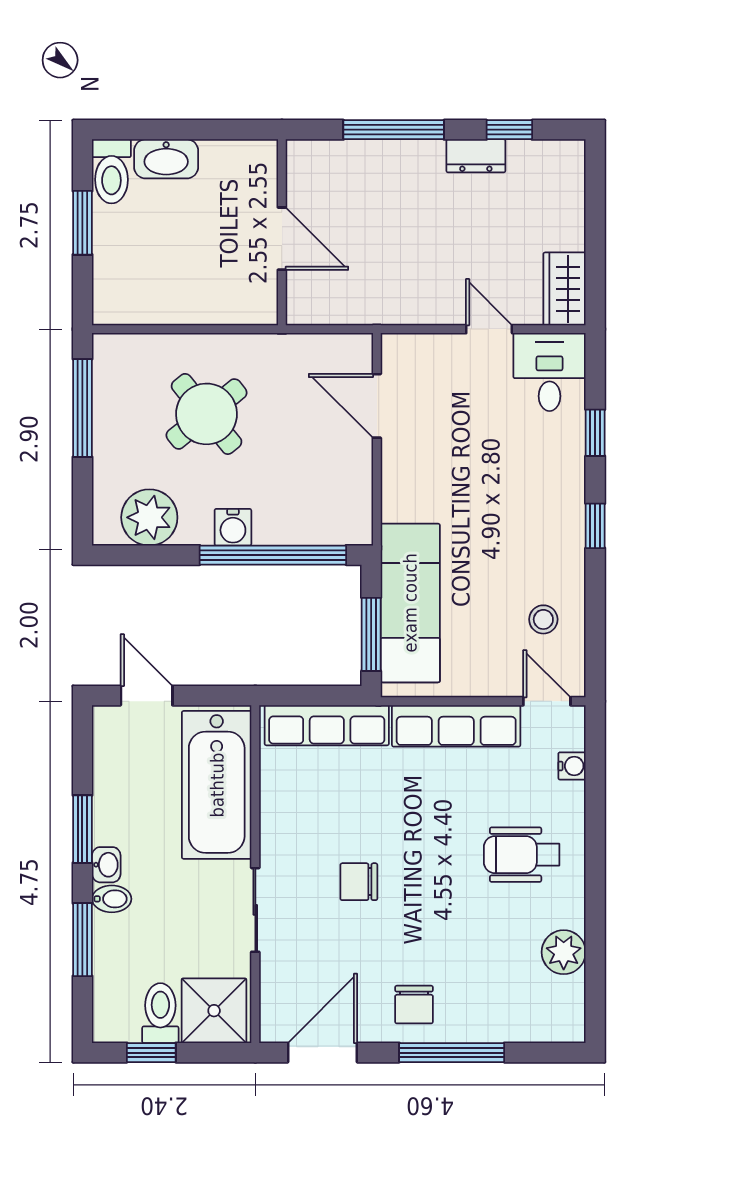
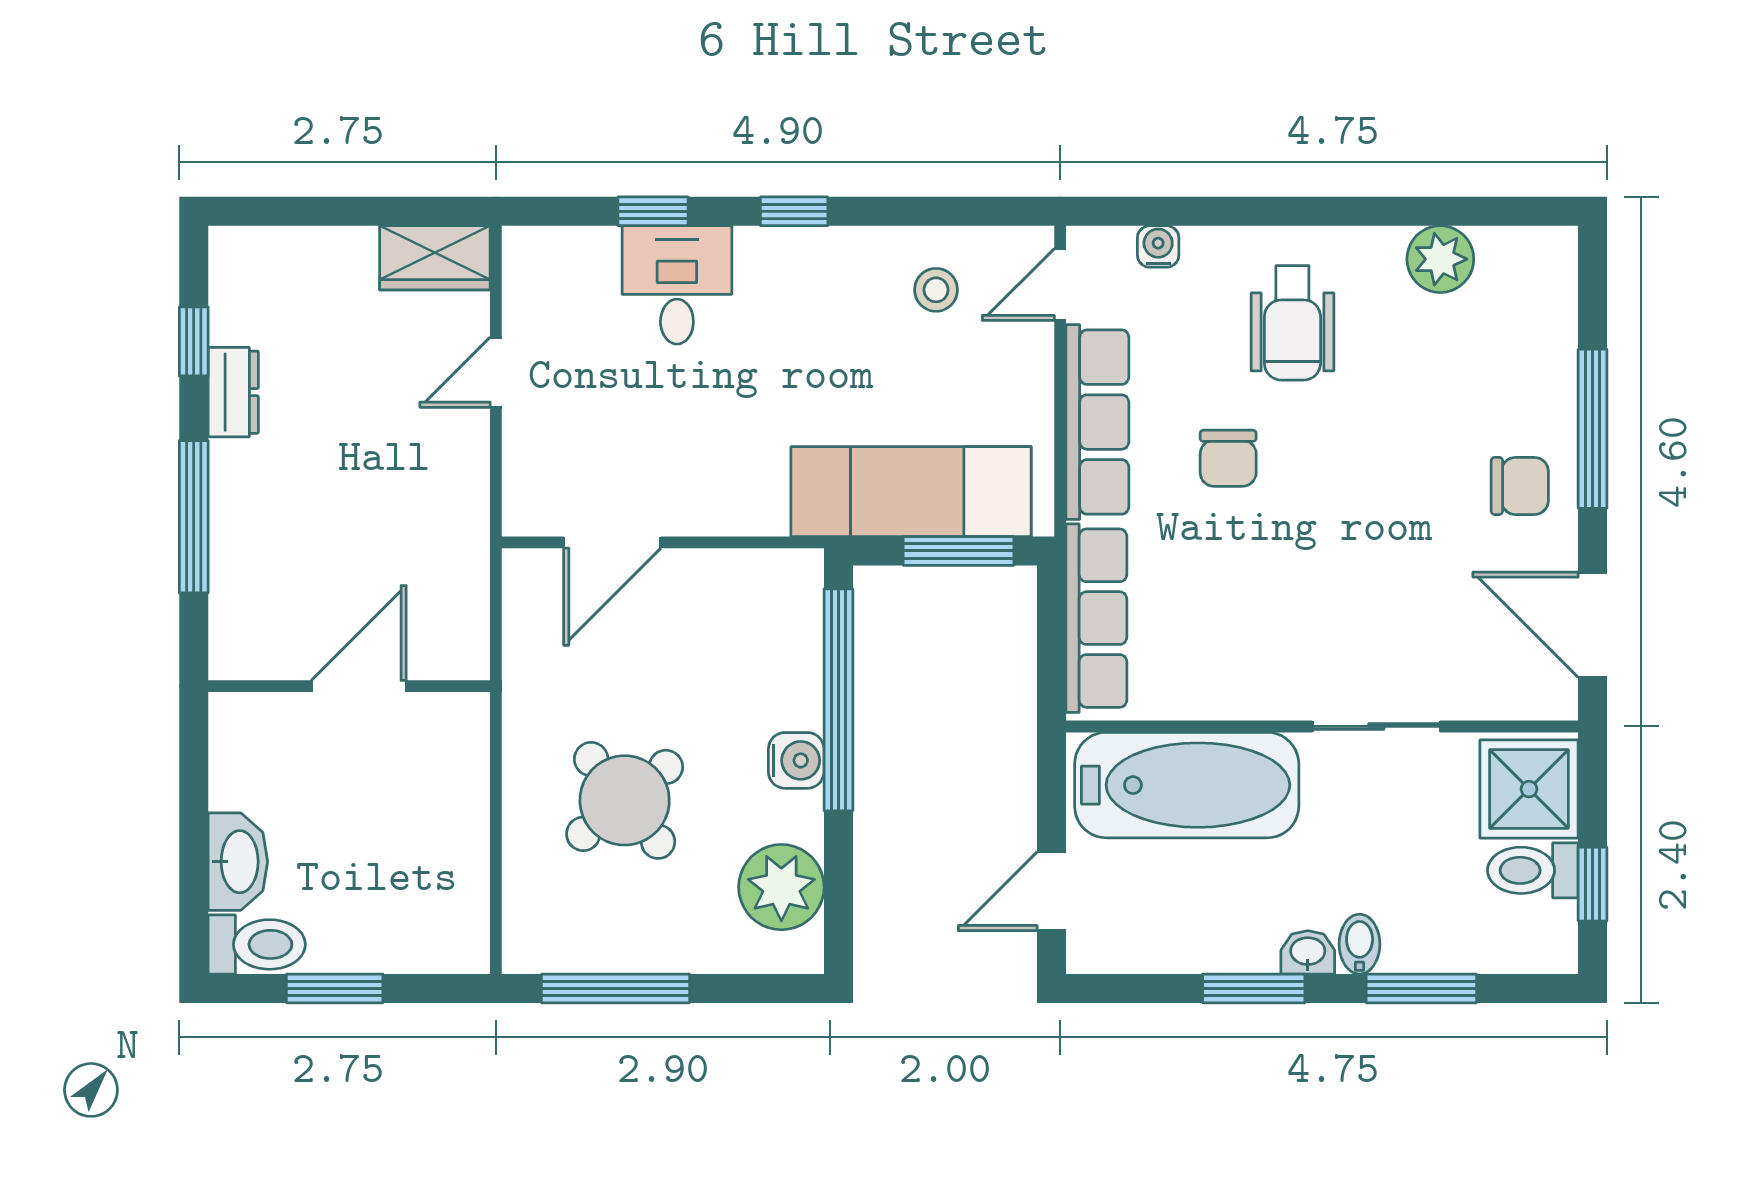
desk: (549, 372) -> (677, 285), moved, turned 90
chair: (359, 882) -> (1228, 458), moved

